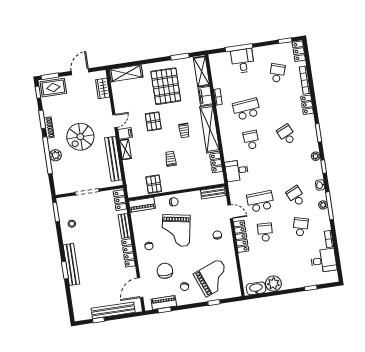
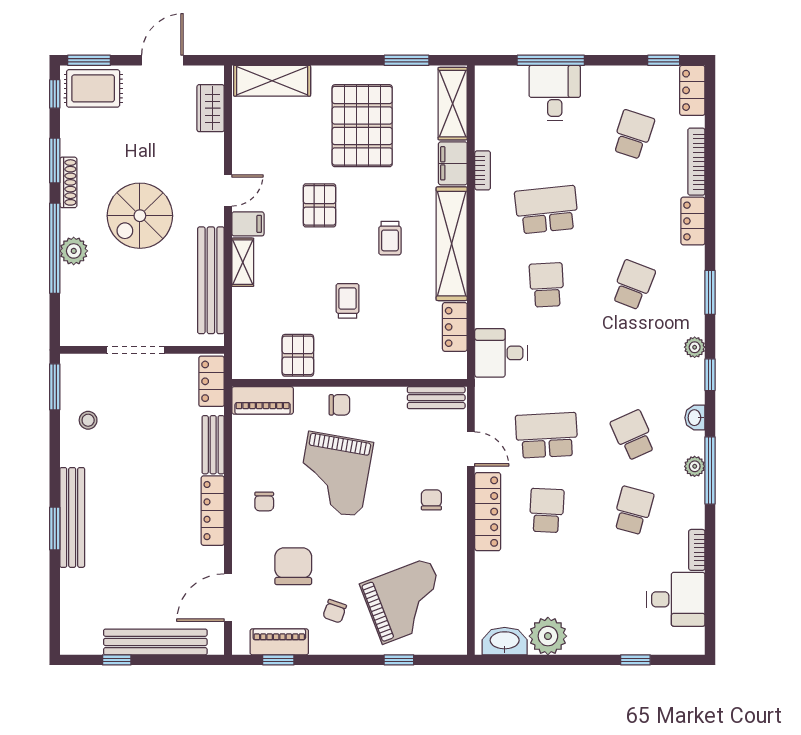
school desk: (287, 135) -> (633, 285), turned 45

